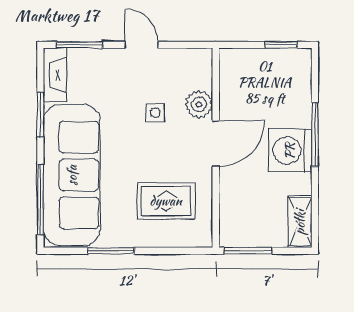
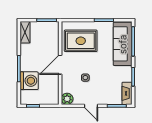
plant: (199, 105) -> (67, 99), moved
washing machine: (290, 151) -> (29, 81), moved
sofa: (72, 175) -> (123, 44), width x0.74, depth x0.79
rug: (166, 201) -> (81, 41), width x1.36, depth x1.43

